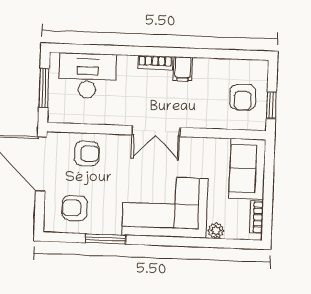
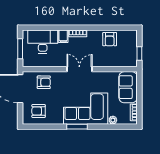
filing cabinet: (183, 69) -> (63, 36), moved
armchair: (243, 97) -> (110, 39), moved
double door: (156, 131) -> (79, 69), swing flipped
window: (105, 239) -> (77, 127), moved

